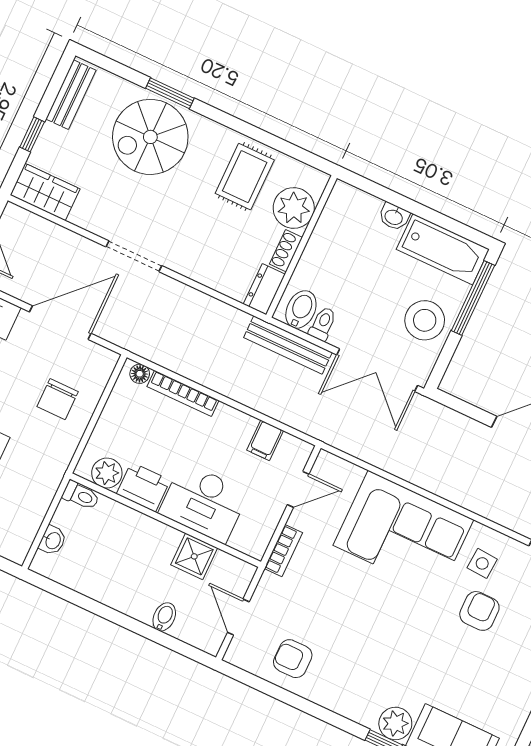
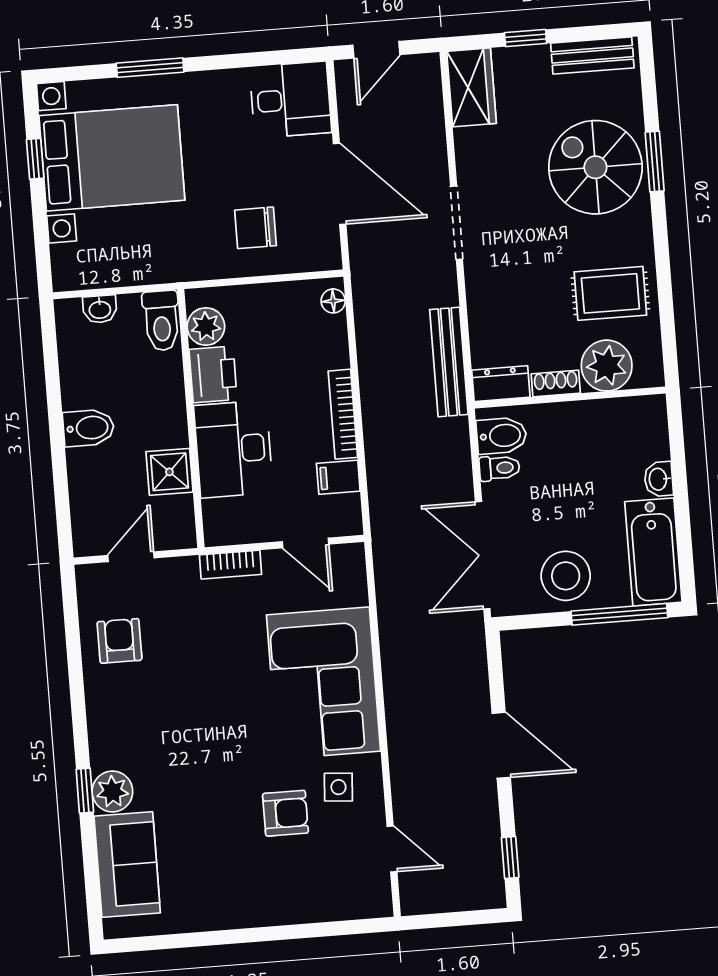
bench: (288, 345) -> (449, 362), moved
bookcase: (183, 393) -> (343, 414), moved
toilet: (81, 495) -> (161, 321), width x1.37, depth x1.39
bidet: (164, 617) -> (89, 428), moved, width x1.38, depth x1.36

